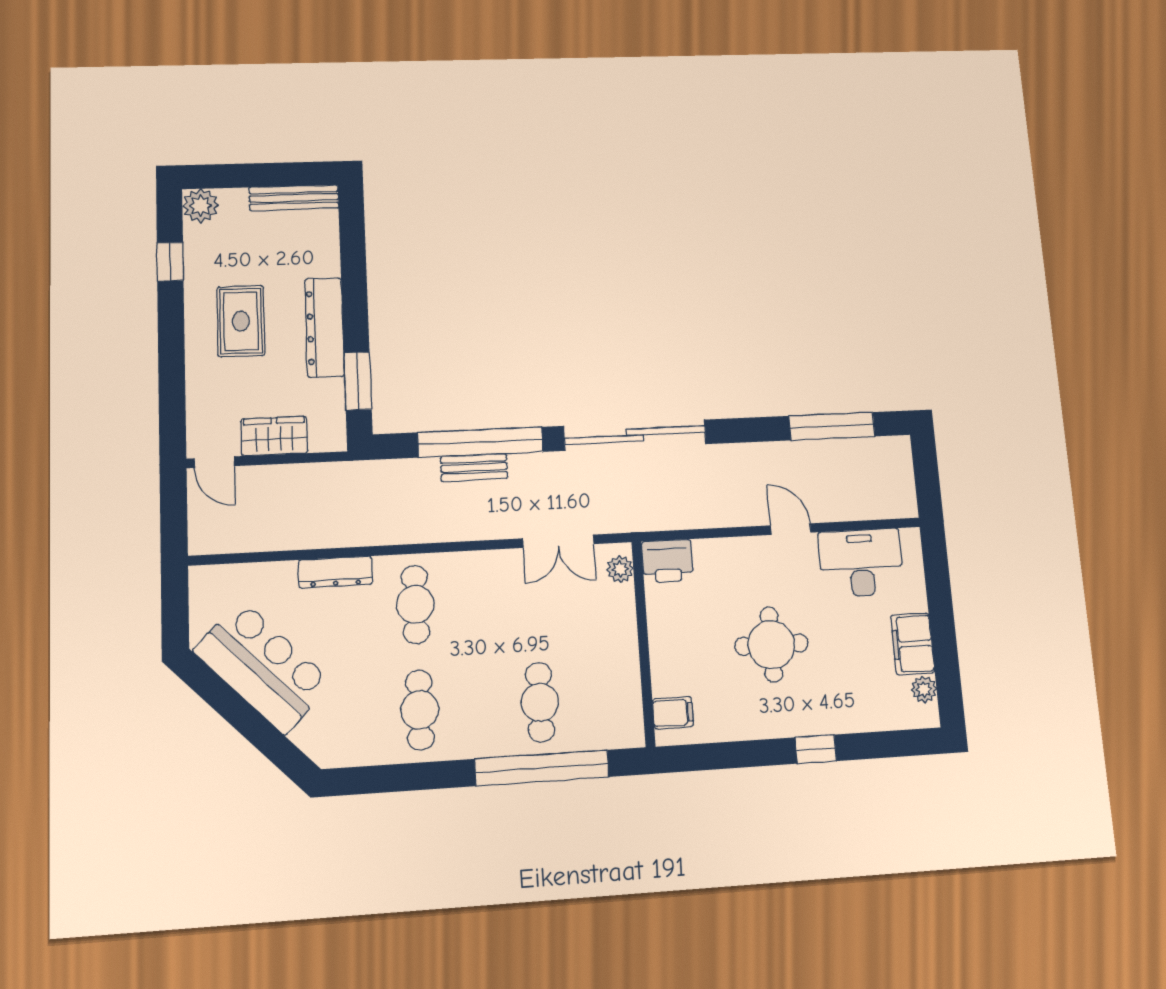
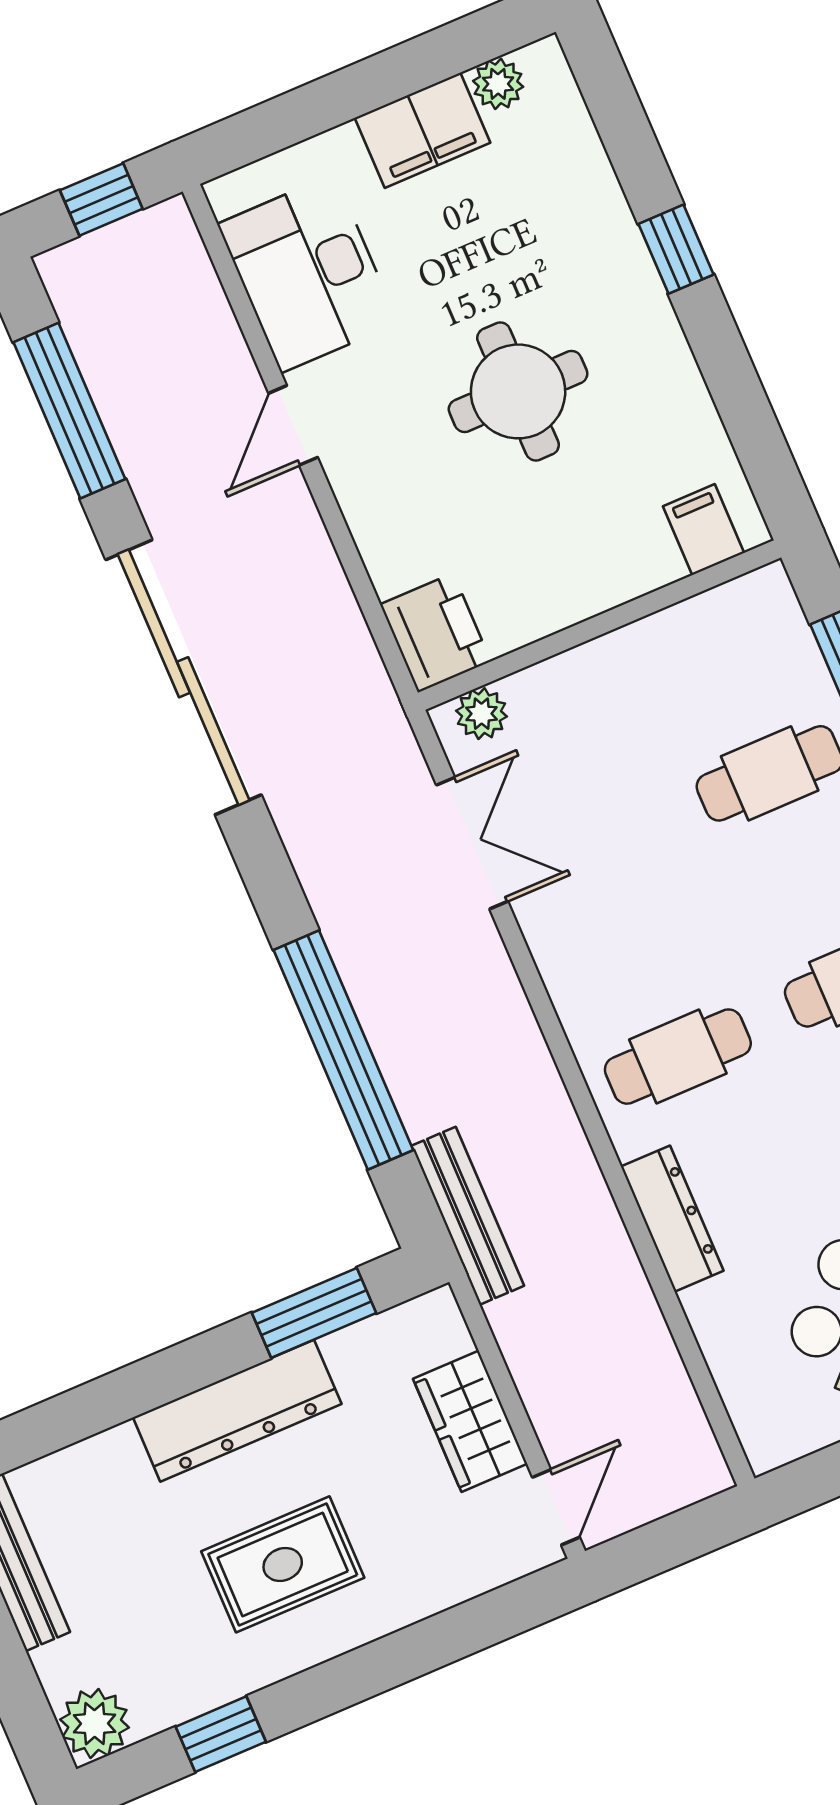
sliding door: (635, 435) -> (184, 677), moved
bench: (474, 467) -> (468, 1216), moved, width x1.36
window: (927, 478) -> (101, 199), added

